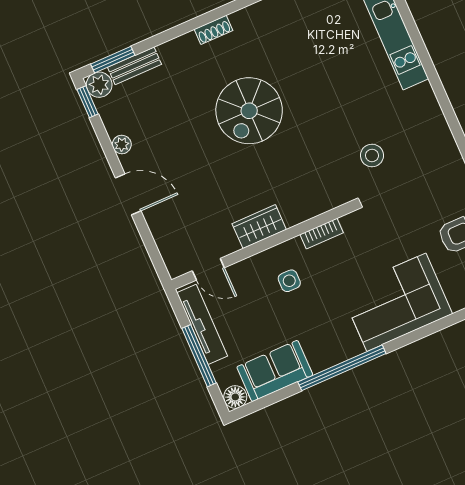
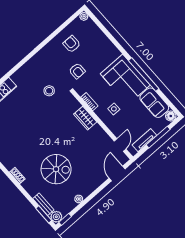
spiral stairs: (249, 111) -> (56, 169), moved
door: (128, 194) -> (117, 174), moved
wardrobe: (259, 227) -> (85, 118), moved
armchair: (395, 229) -> (77, 71), added
corner sofa: (396, 302) -> (125, 79), moved
tv unit: (202, 324) -> (144, 140), width x0.71

